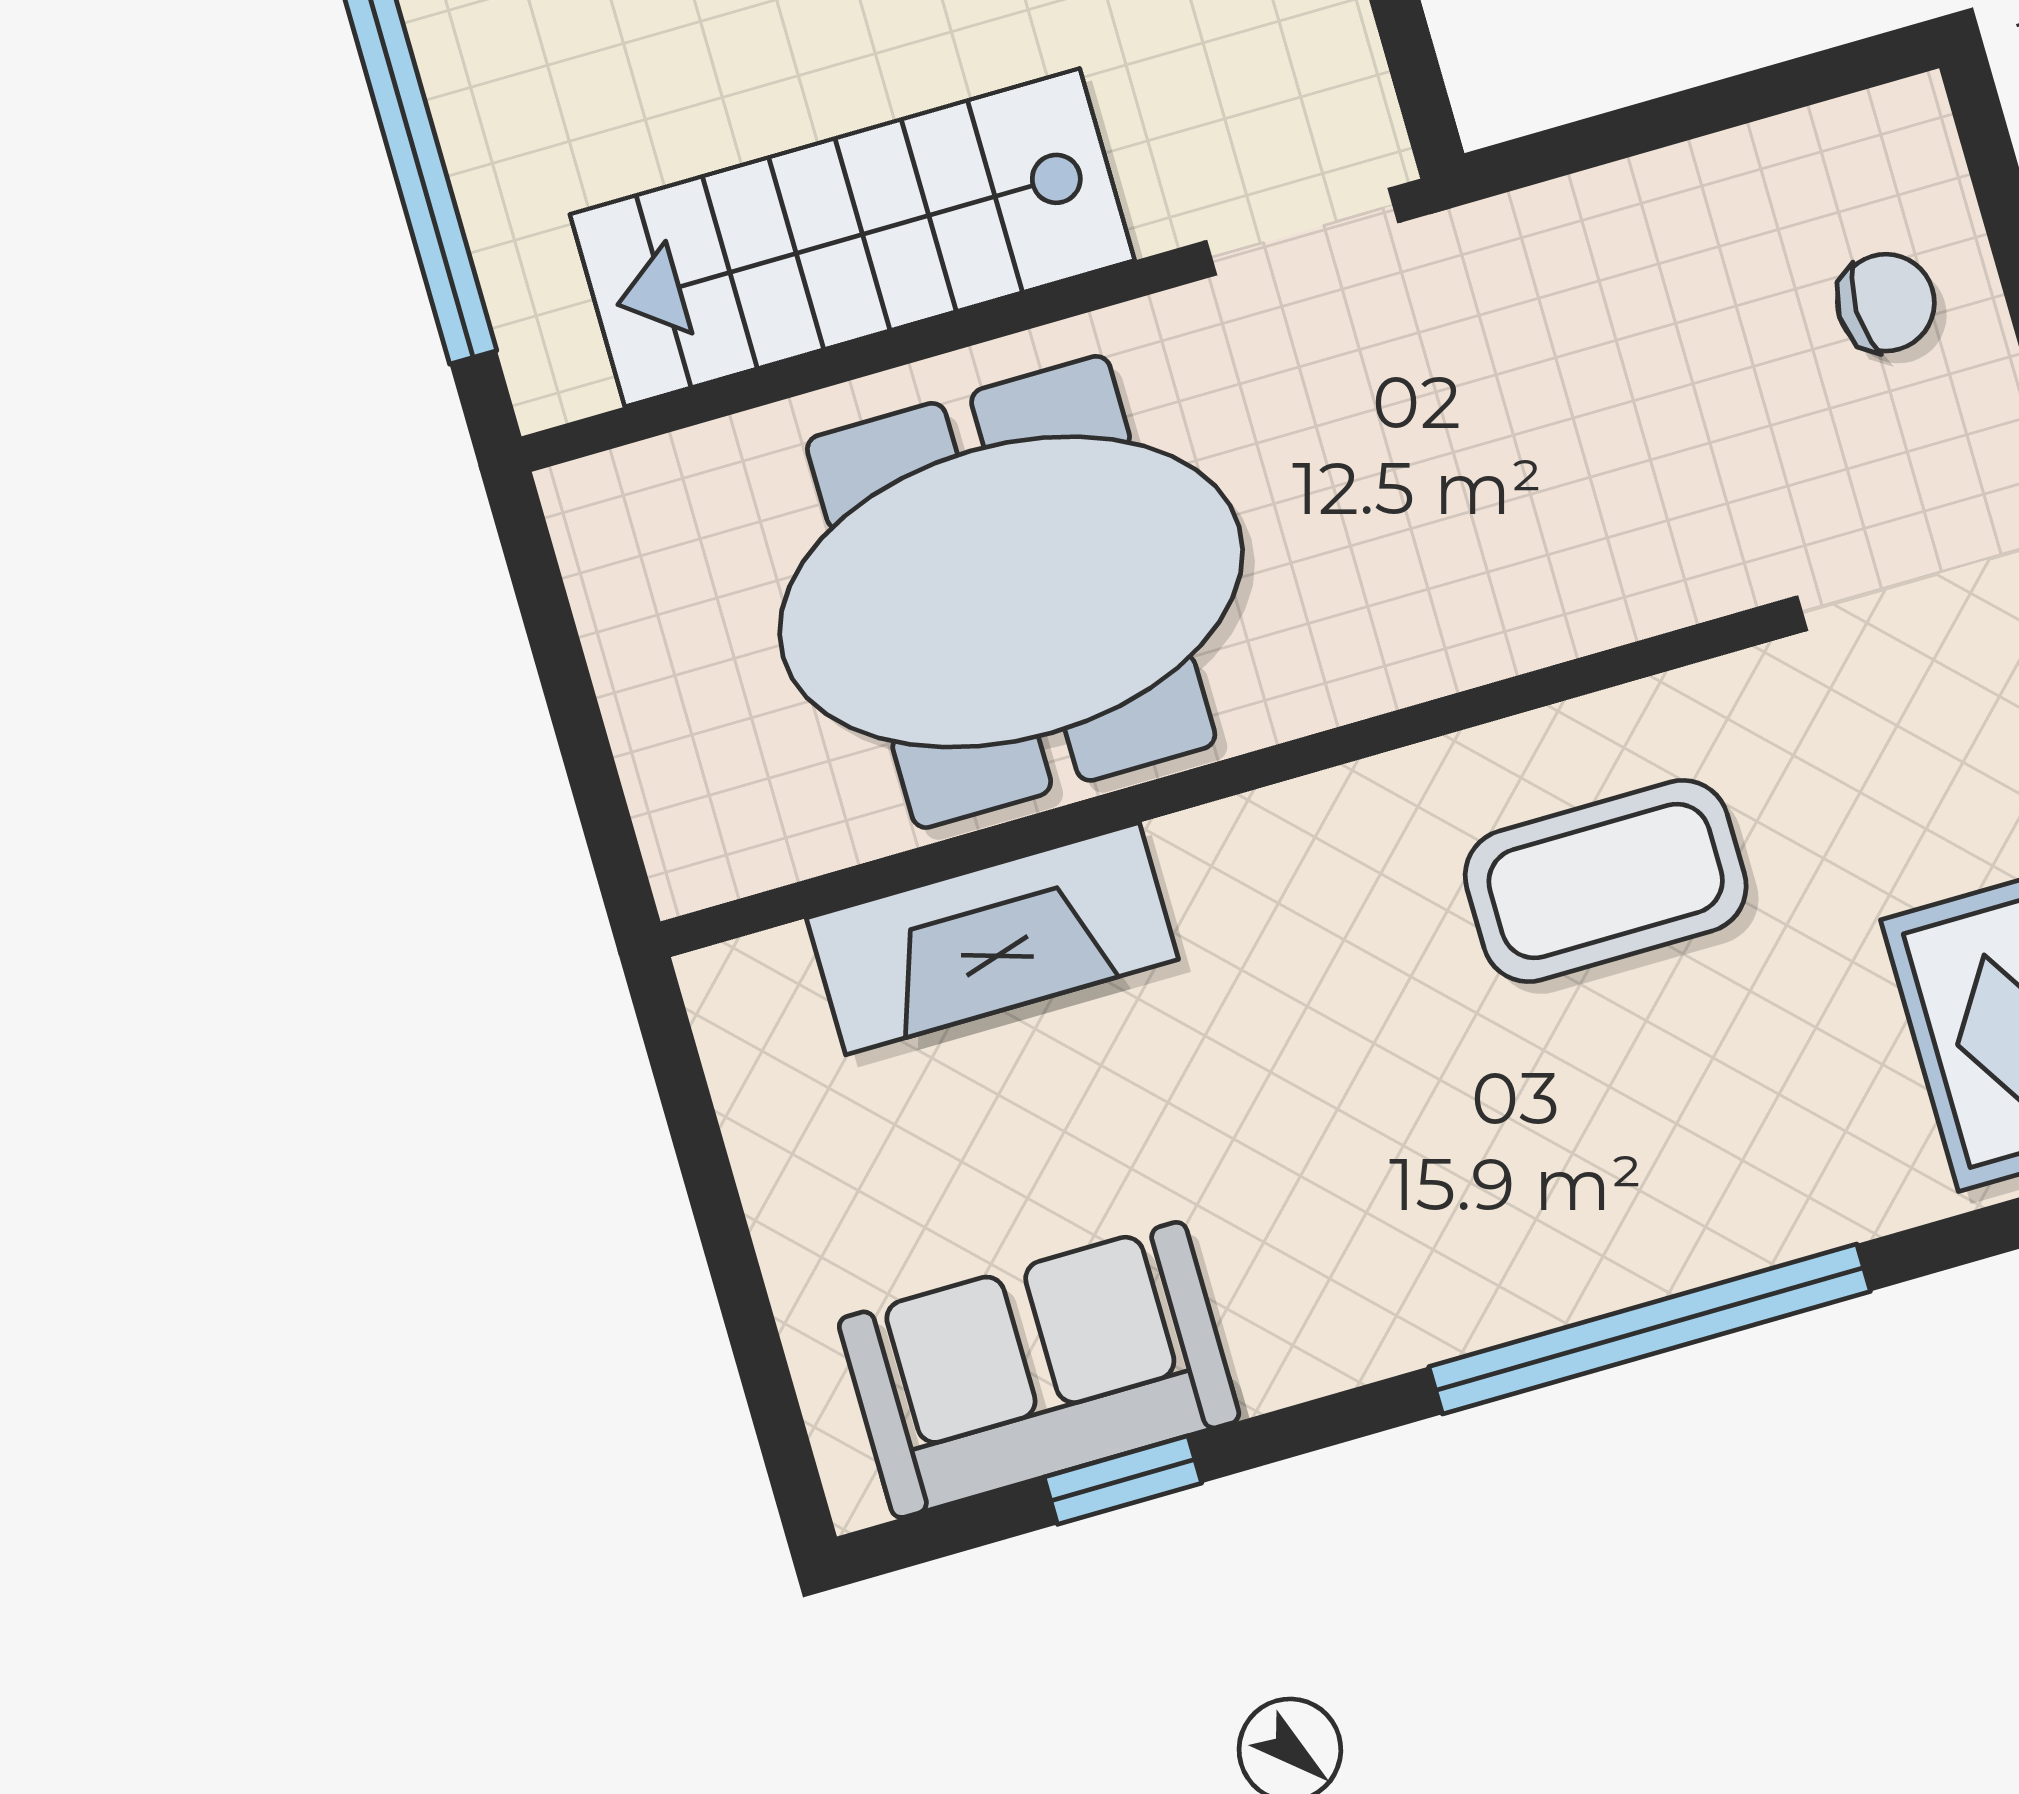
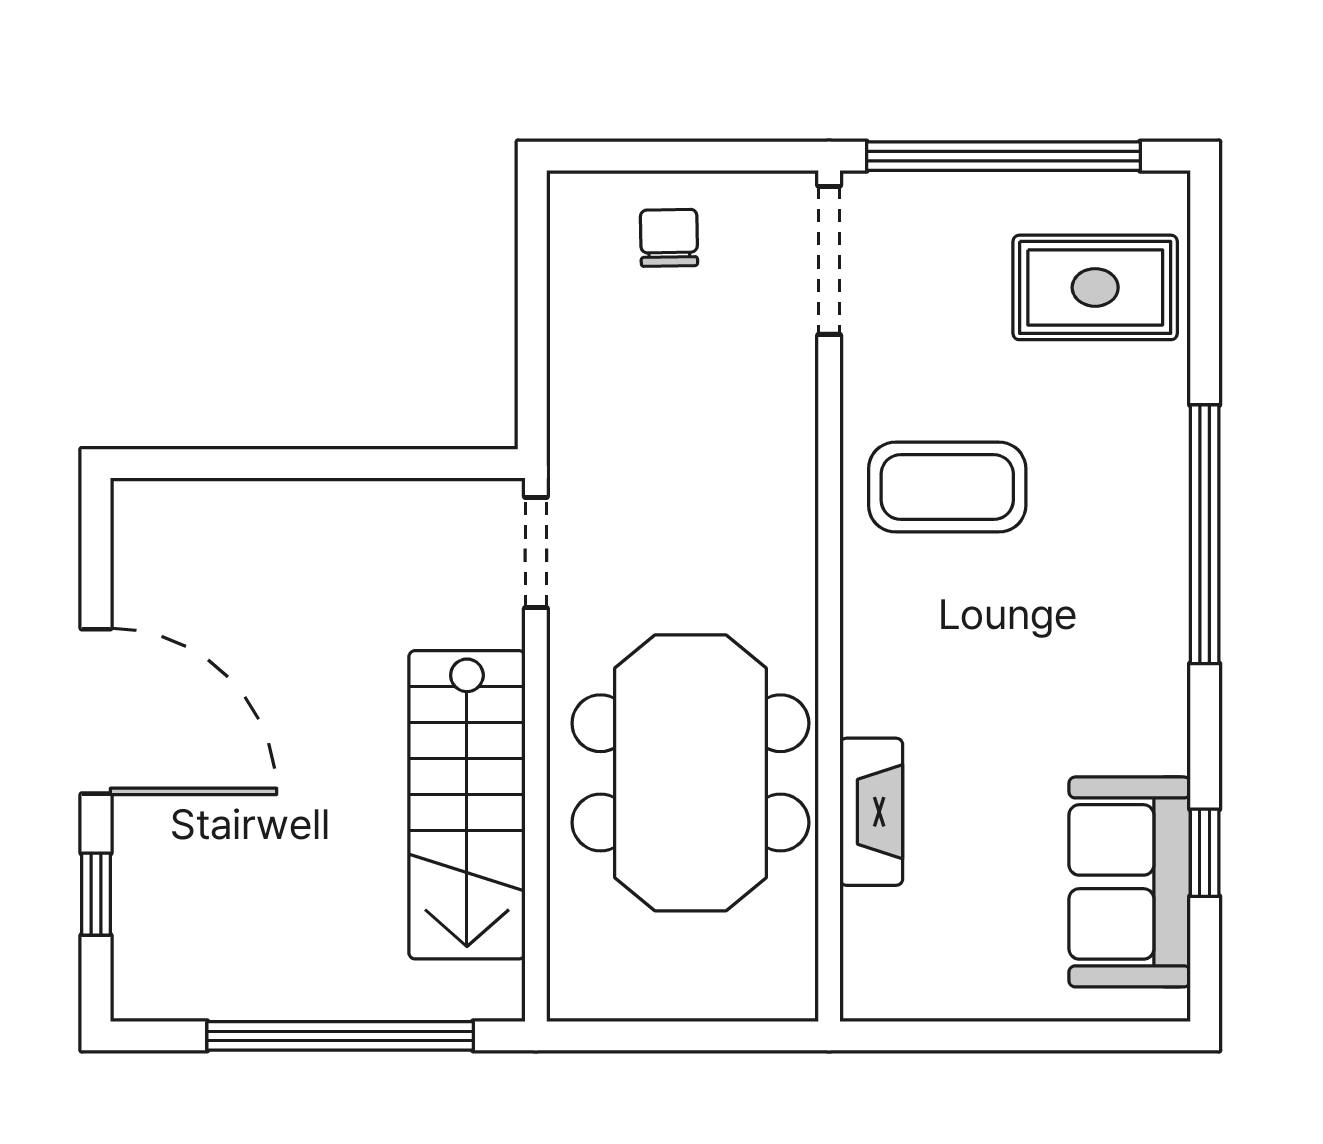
coffee table: (1606, 881) -> (947, 487), turned 90
fireplace: (992, 939) -> (871, 812), width x0.73, depth x0.76

